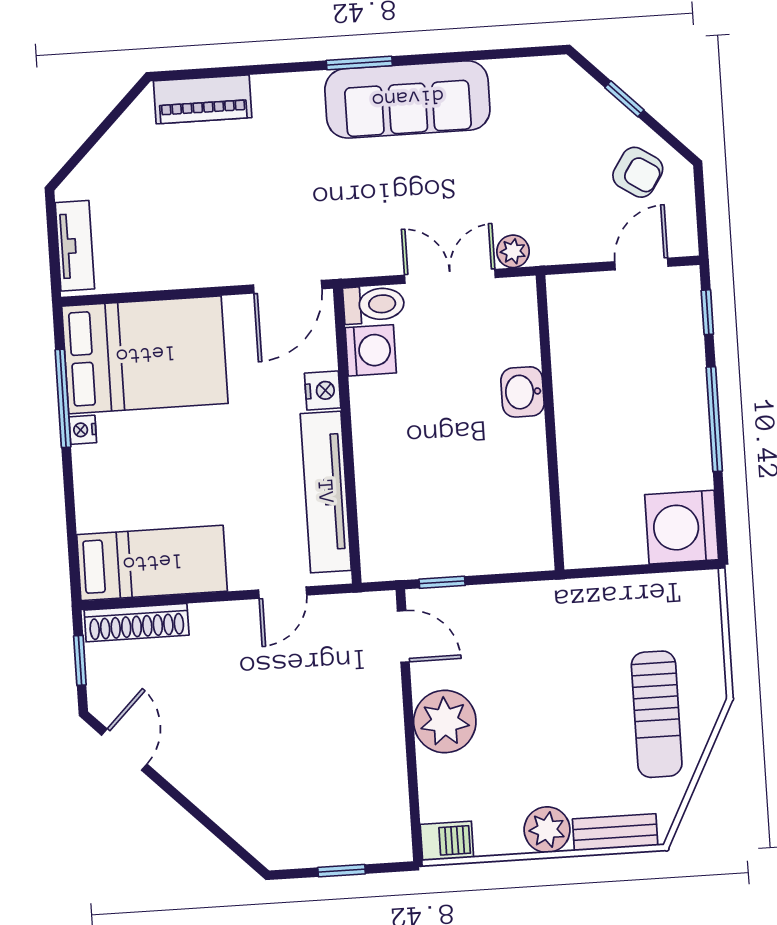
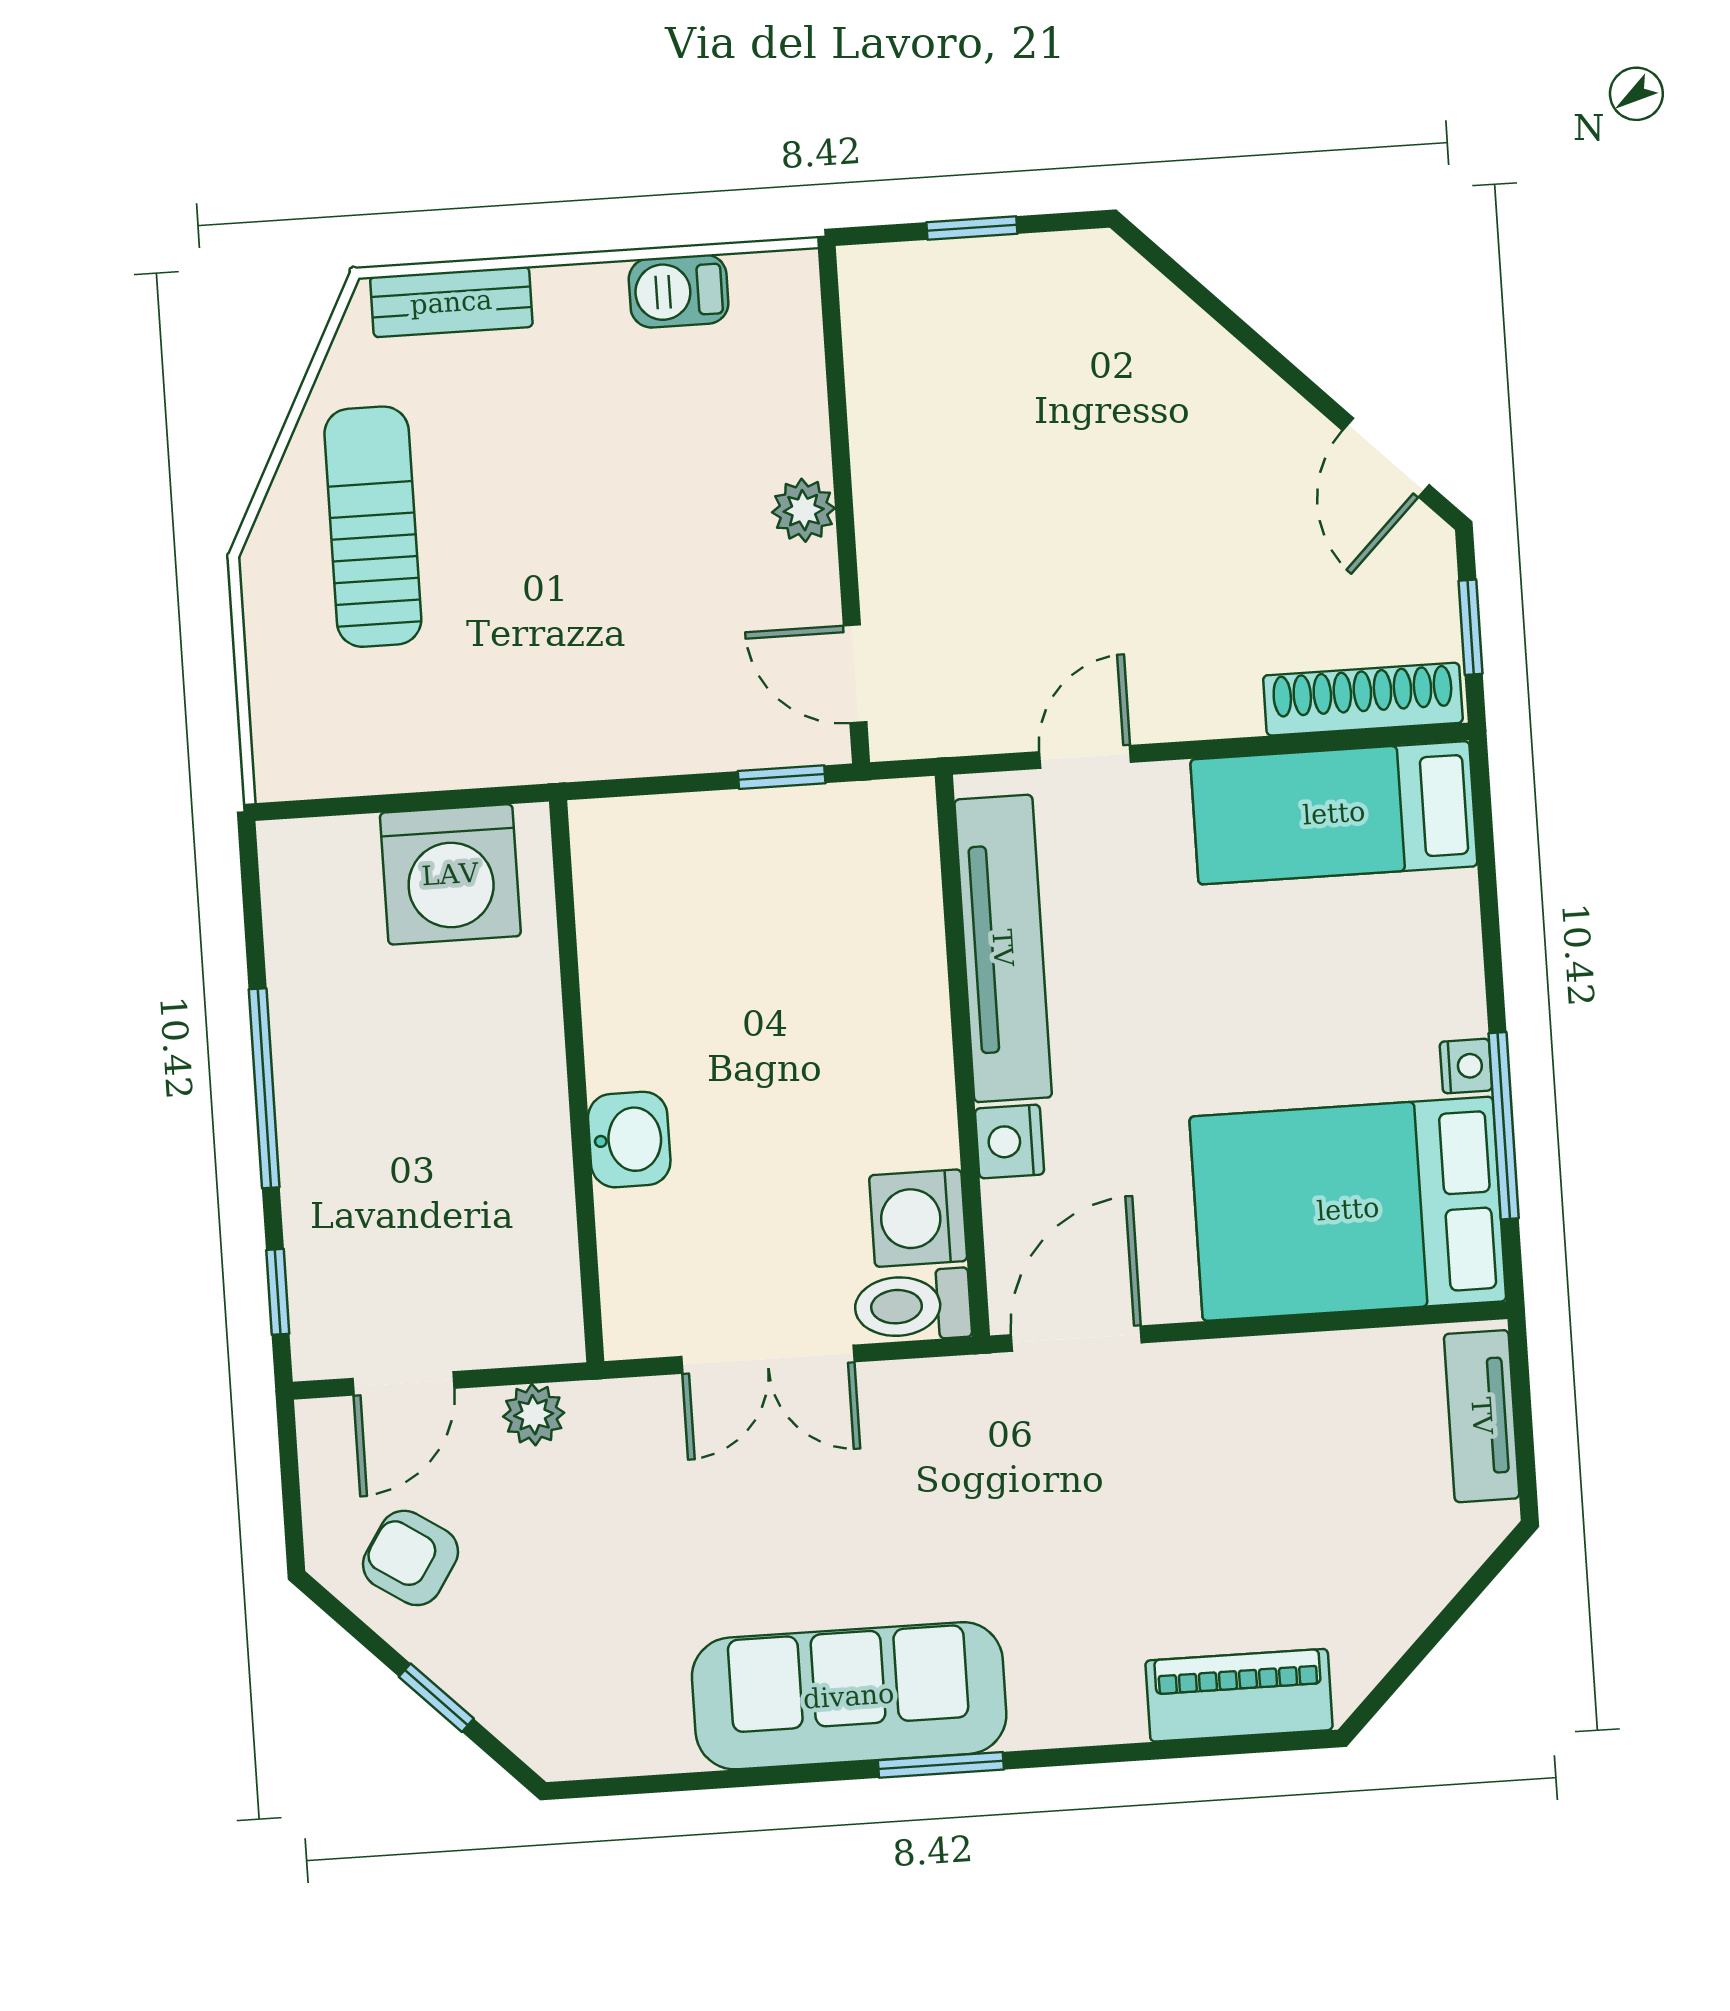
plant: (513, 251) -> (534, 1415), moved
washing machine: (682, 527) -> (450, 874), moved, turned 90
plant: (445, 722) -> (804, 510), width x0.53, depth x0.53
plant: (547, 830) -> (581, 306), removed
barbecue: (447, 841) -> (679, 291), moved

